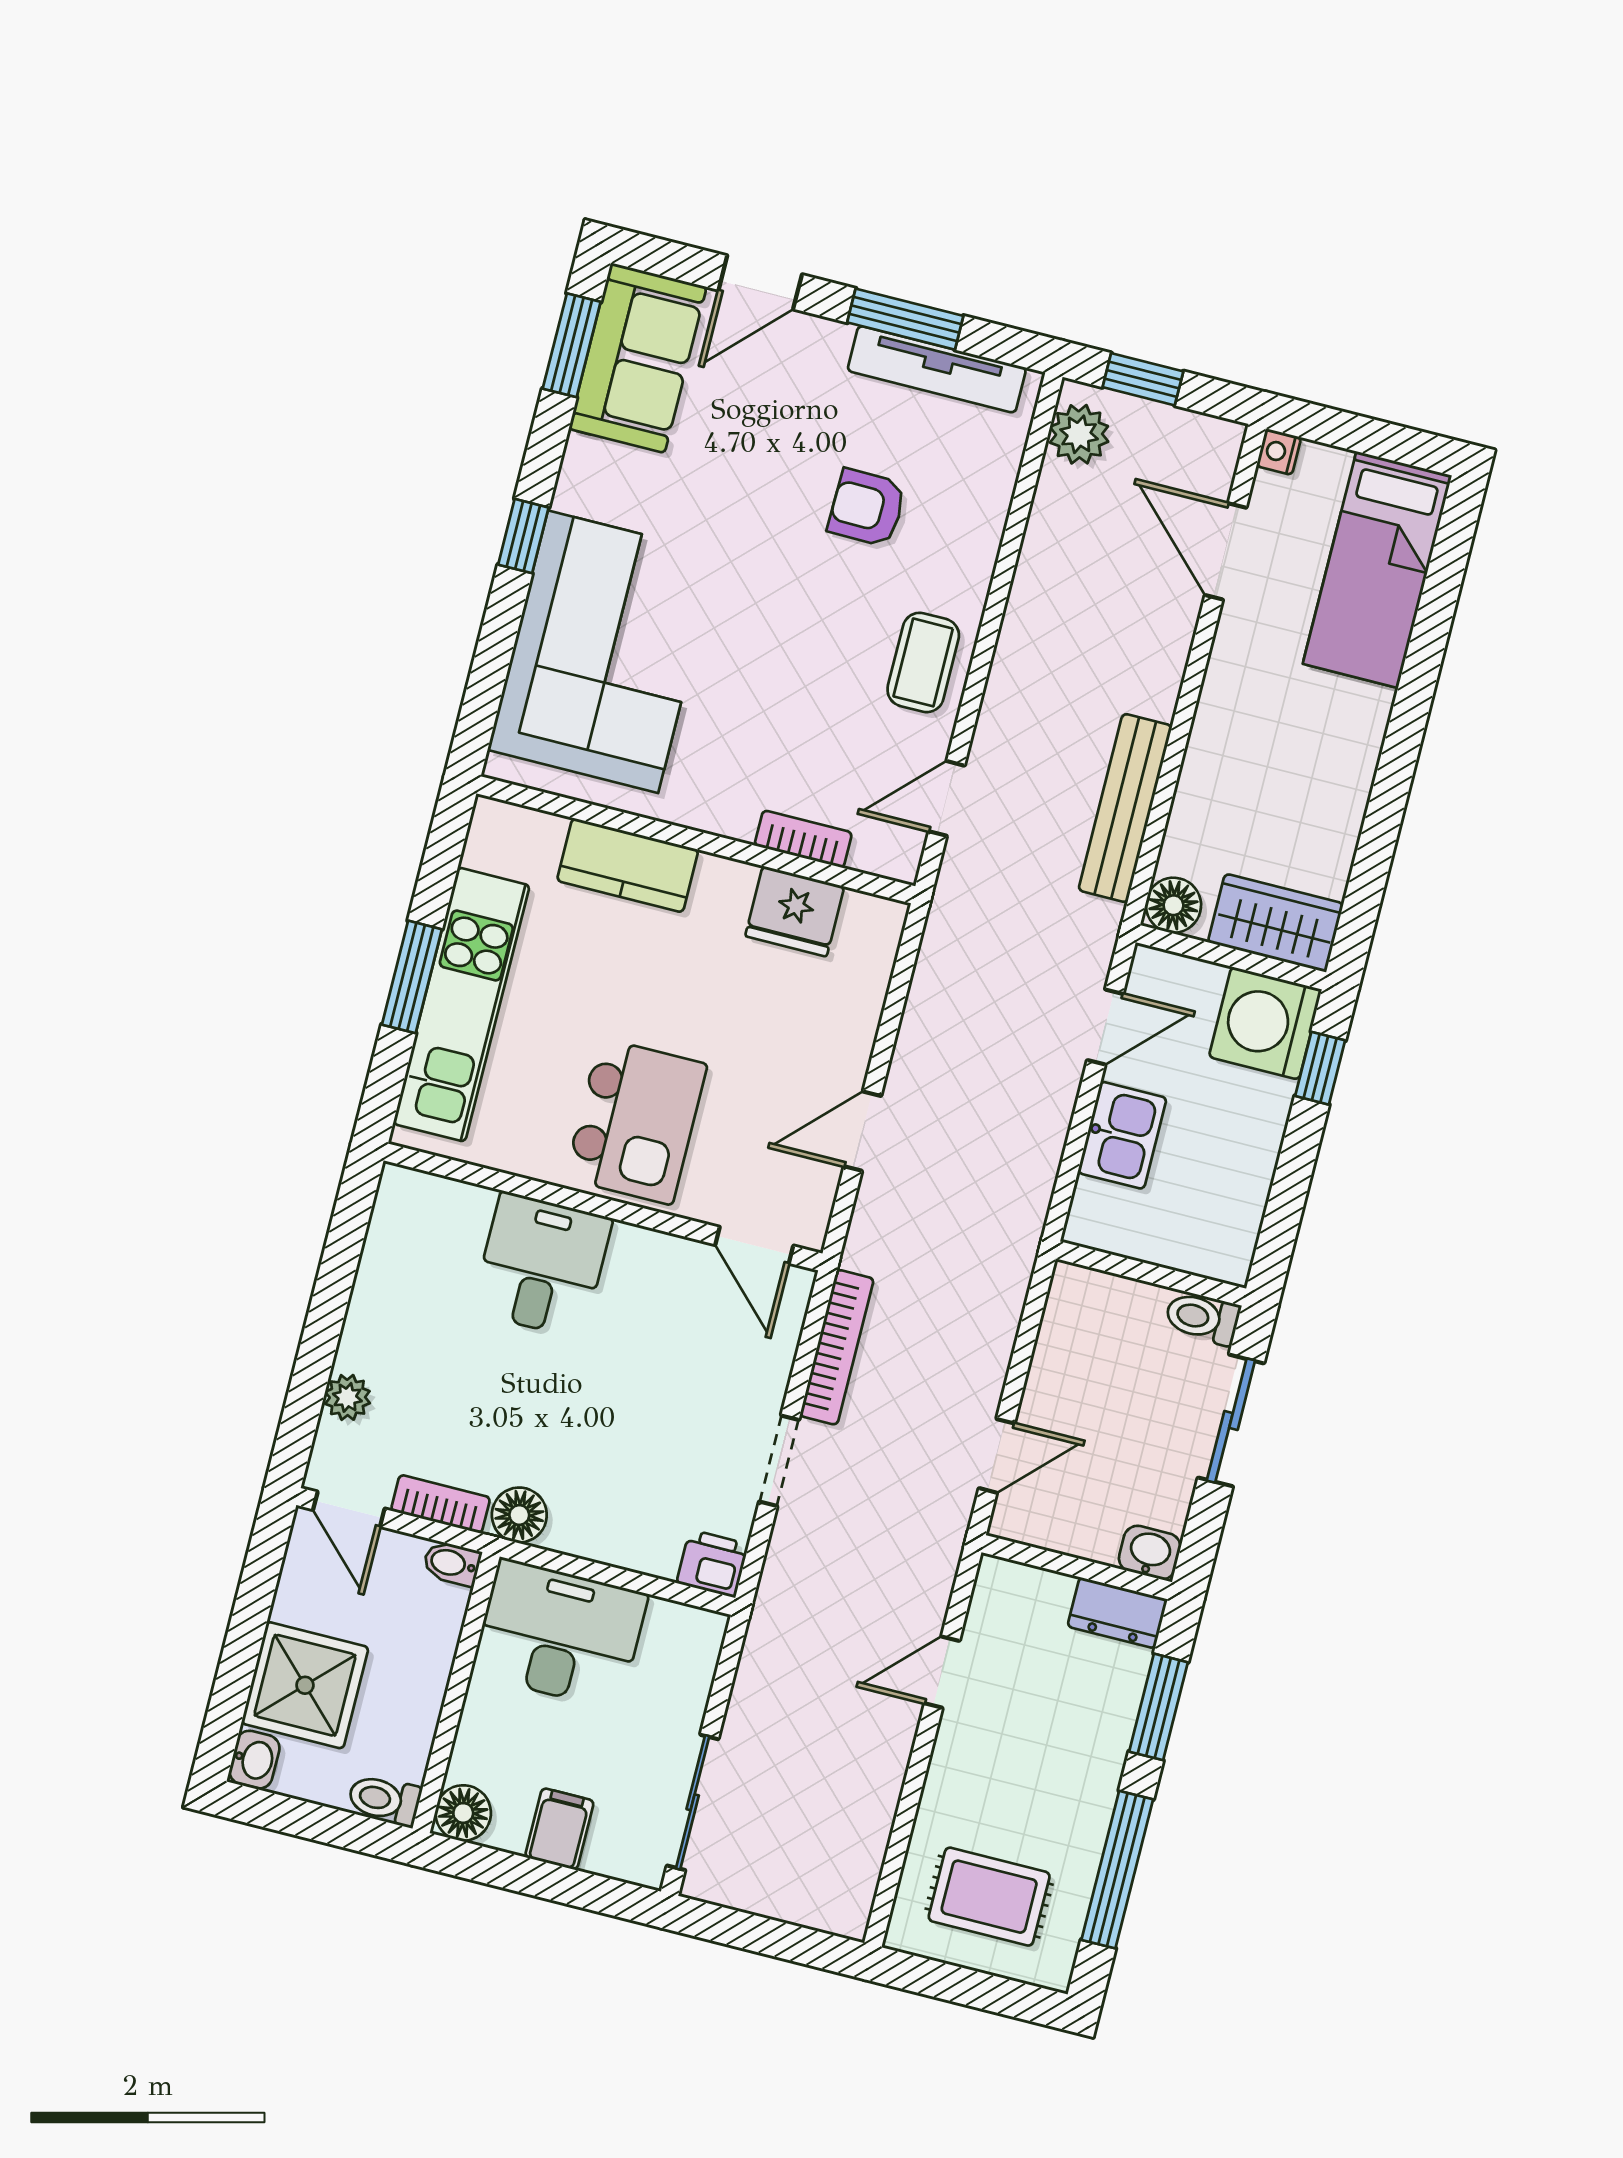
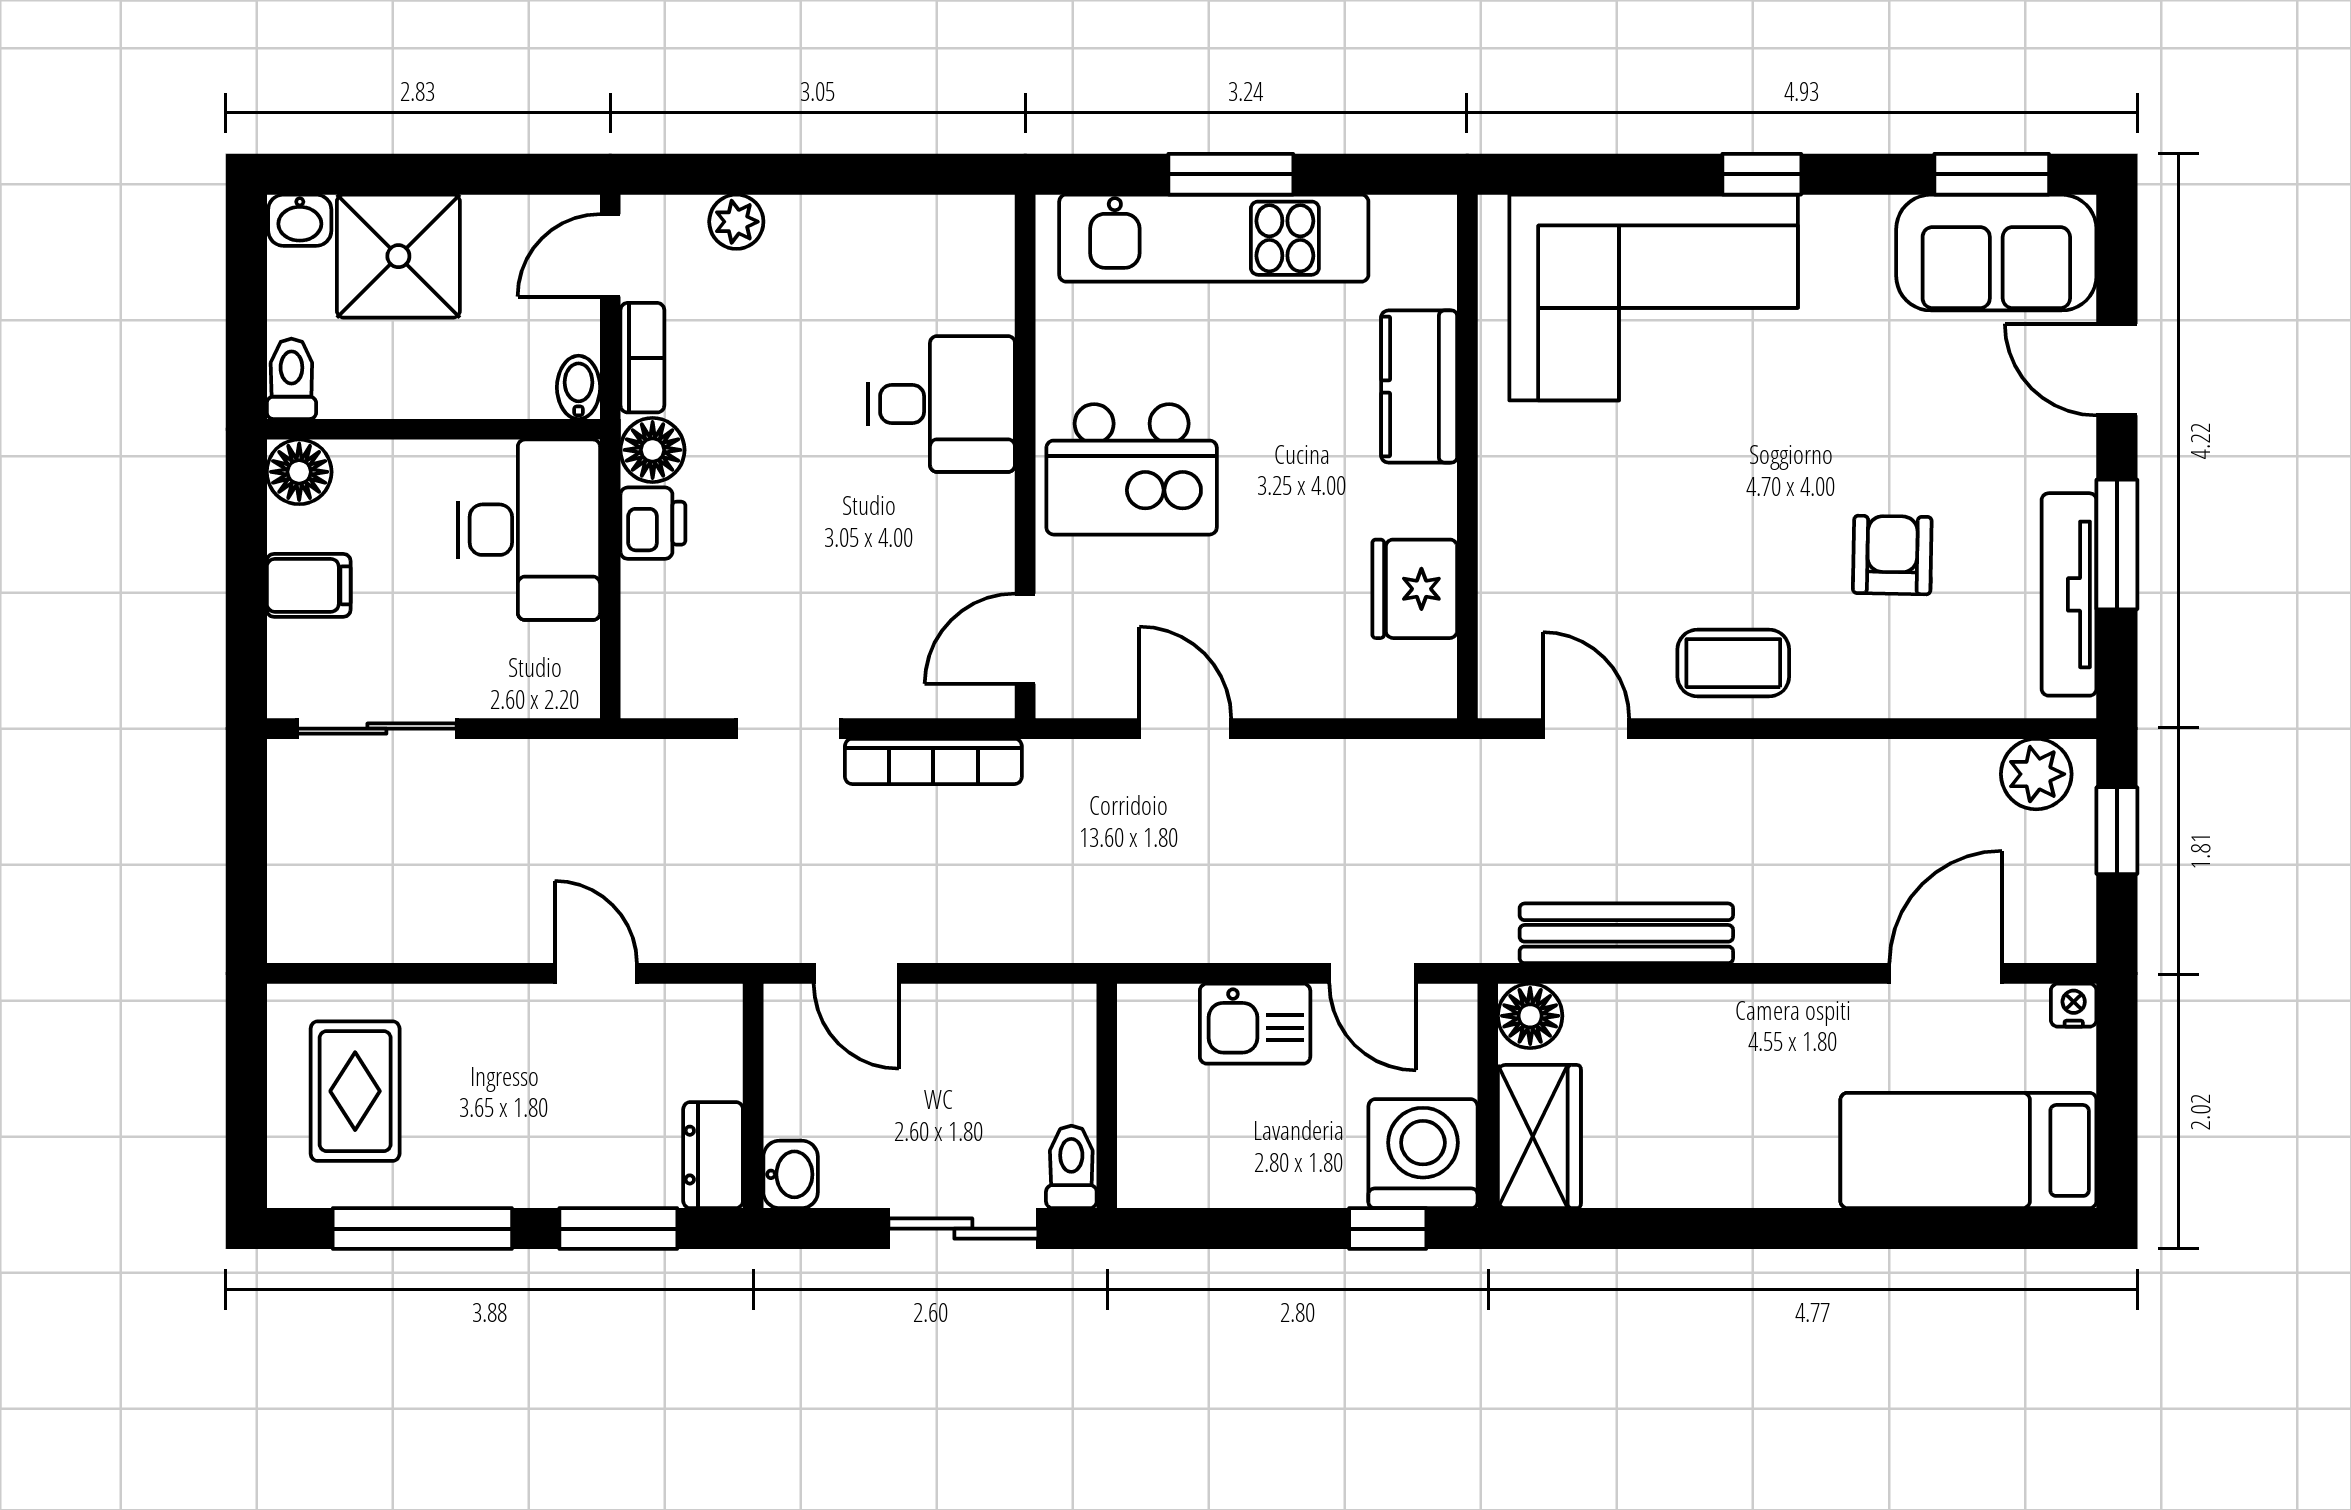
bookcase: (803, 839) -> (1499, 578), removed
printer: (713, 1564) -> (653, 523), moved

